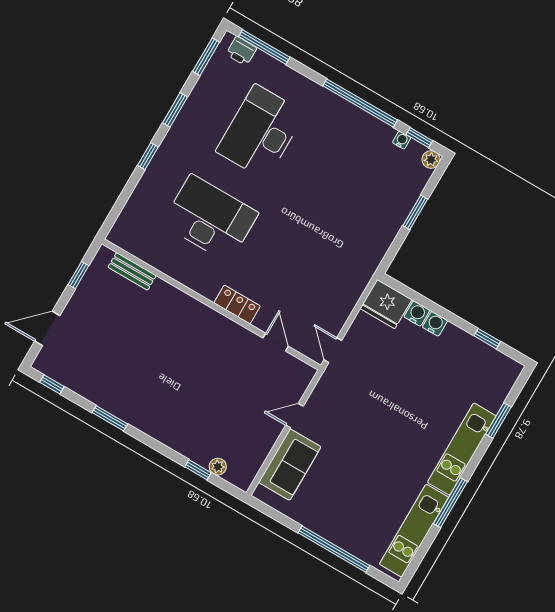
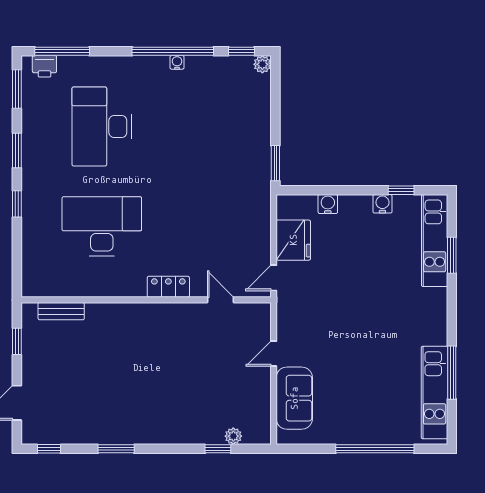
water cooler: (402, 140) -> (177, 62), moved
window: (415, 212) -> (275, 163), moved
fridge: (386, 304) -> (293, 240), moved, turned -90
water cooler: (435, 324) -> (382, 204), moved
door: (333, 350) -> (274, 278), hinge flipped
kitchen unit: (462, 449) -> (435, 241), moved
window: (450, 503) -> (452, 373), moved

